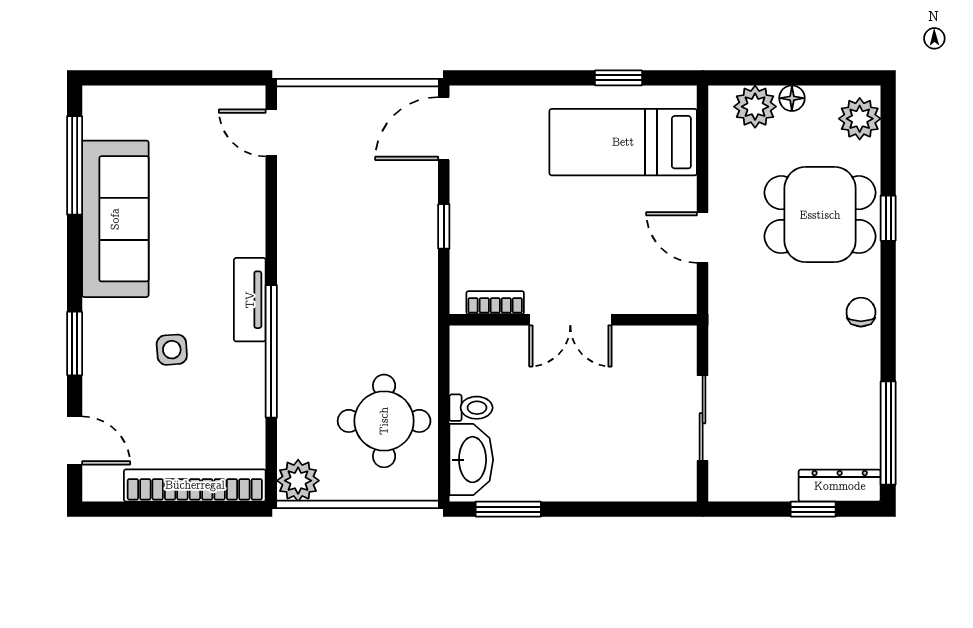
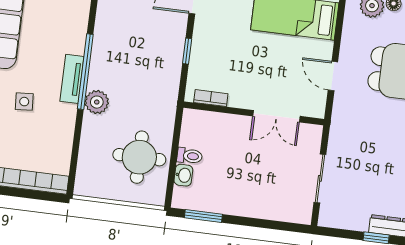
double door: (570, 320) -> (276, 116), moved
window: (271, 351) -> (85, 72), moved
washbasin: (471, 460) -> (183, 175), width x0.52, depth x0.69
plant: (298, 481) -> (97, 102), moved

